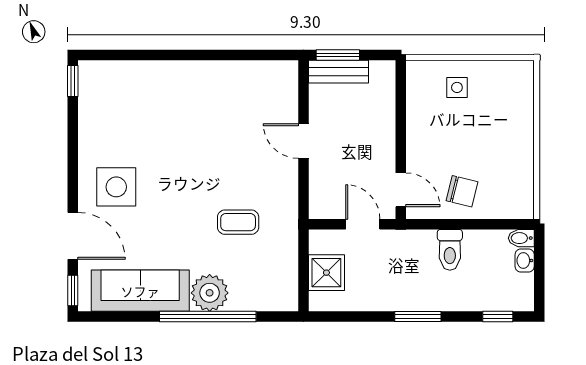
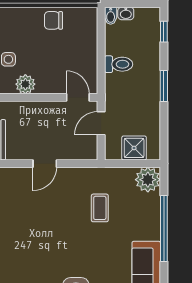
plant: (420, 112) -> (25, 84), added
door: (401, 190) -> (78, 97), hinge flipped
chair: (462, 191) -> (53, 20), moved, turned -104
plant: (210, 293) -> (148, 180), moved

